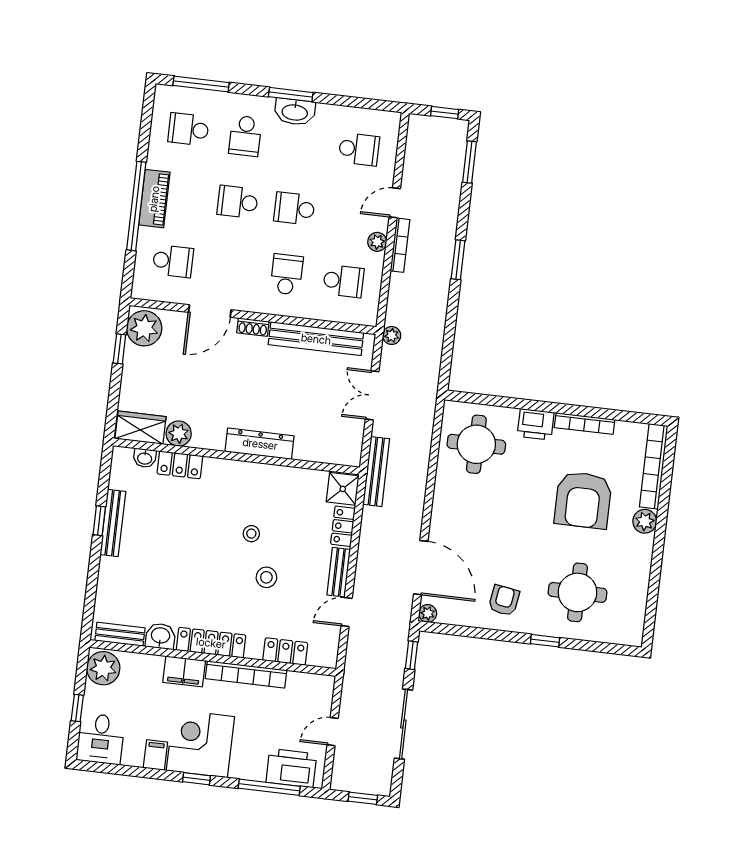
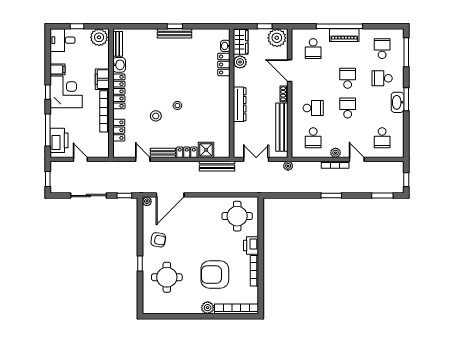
wardrobe: (141, 428) -> (241, 42), moved
plant: (179, 434) -> (240, 62), moved
dresser: (260, 444) -> (240, 104), moved
wall: (236, 456) -> (232, 93), moved
washbasin: (145, 458) -> (225, 46), moved
locker: (180, 465) -> (224, 64), moved

